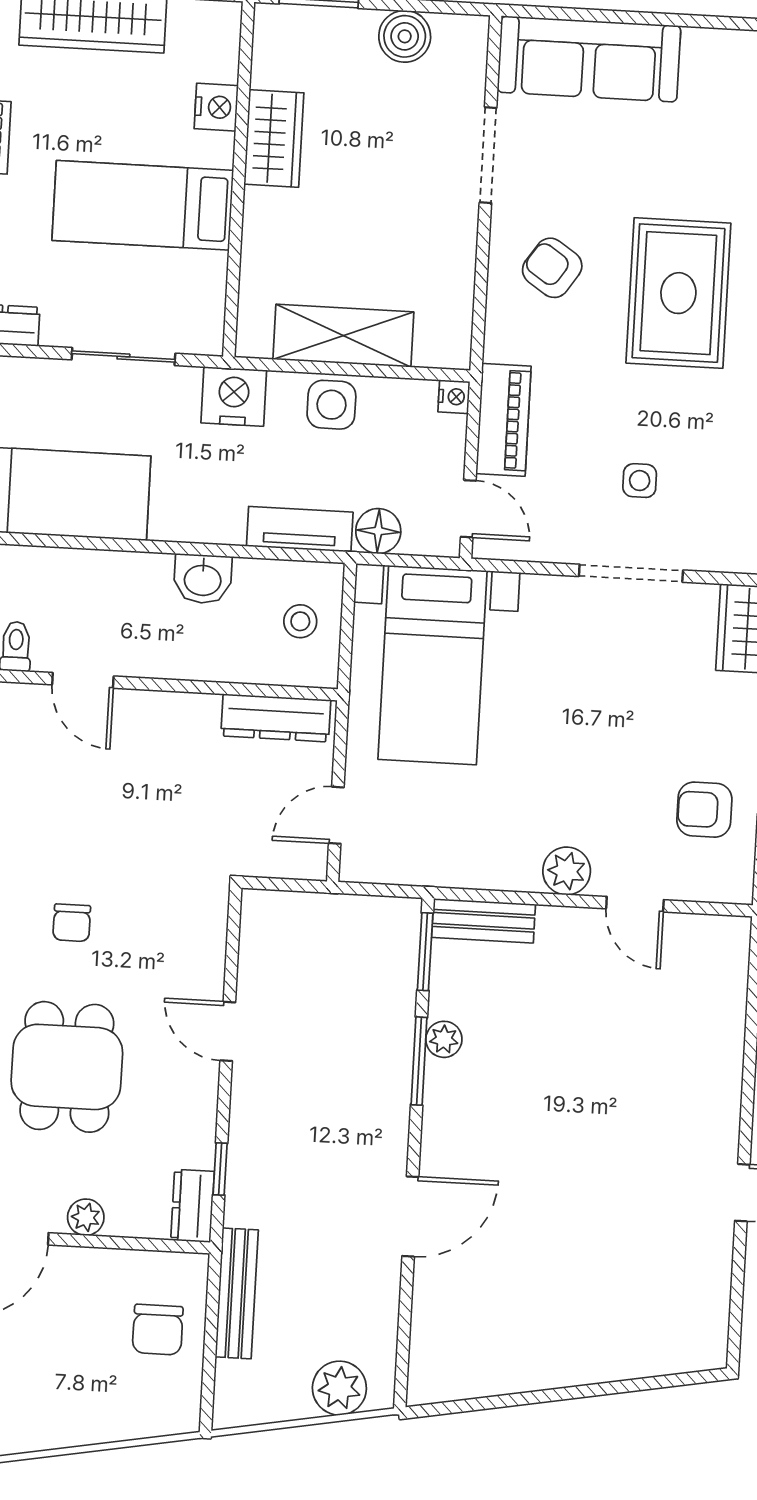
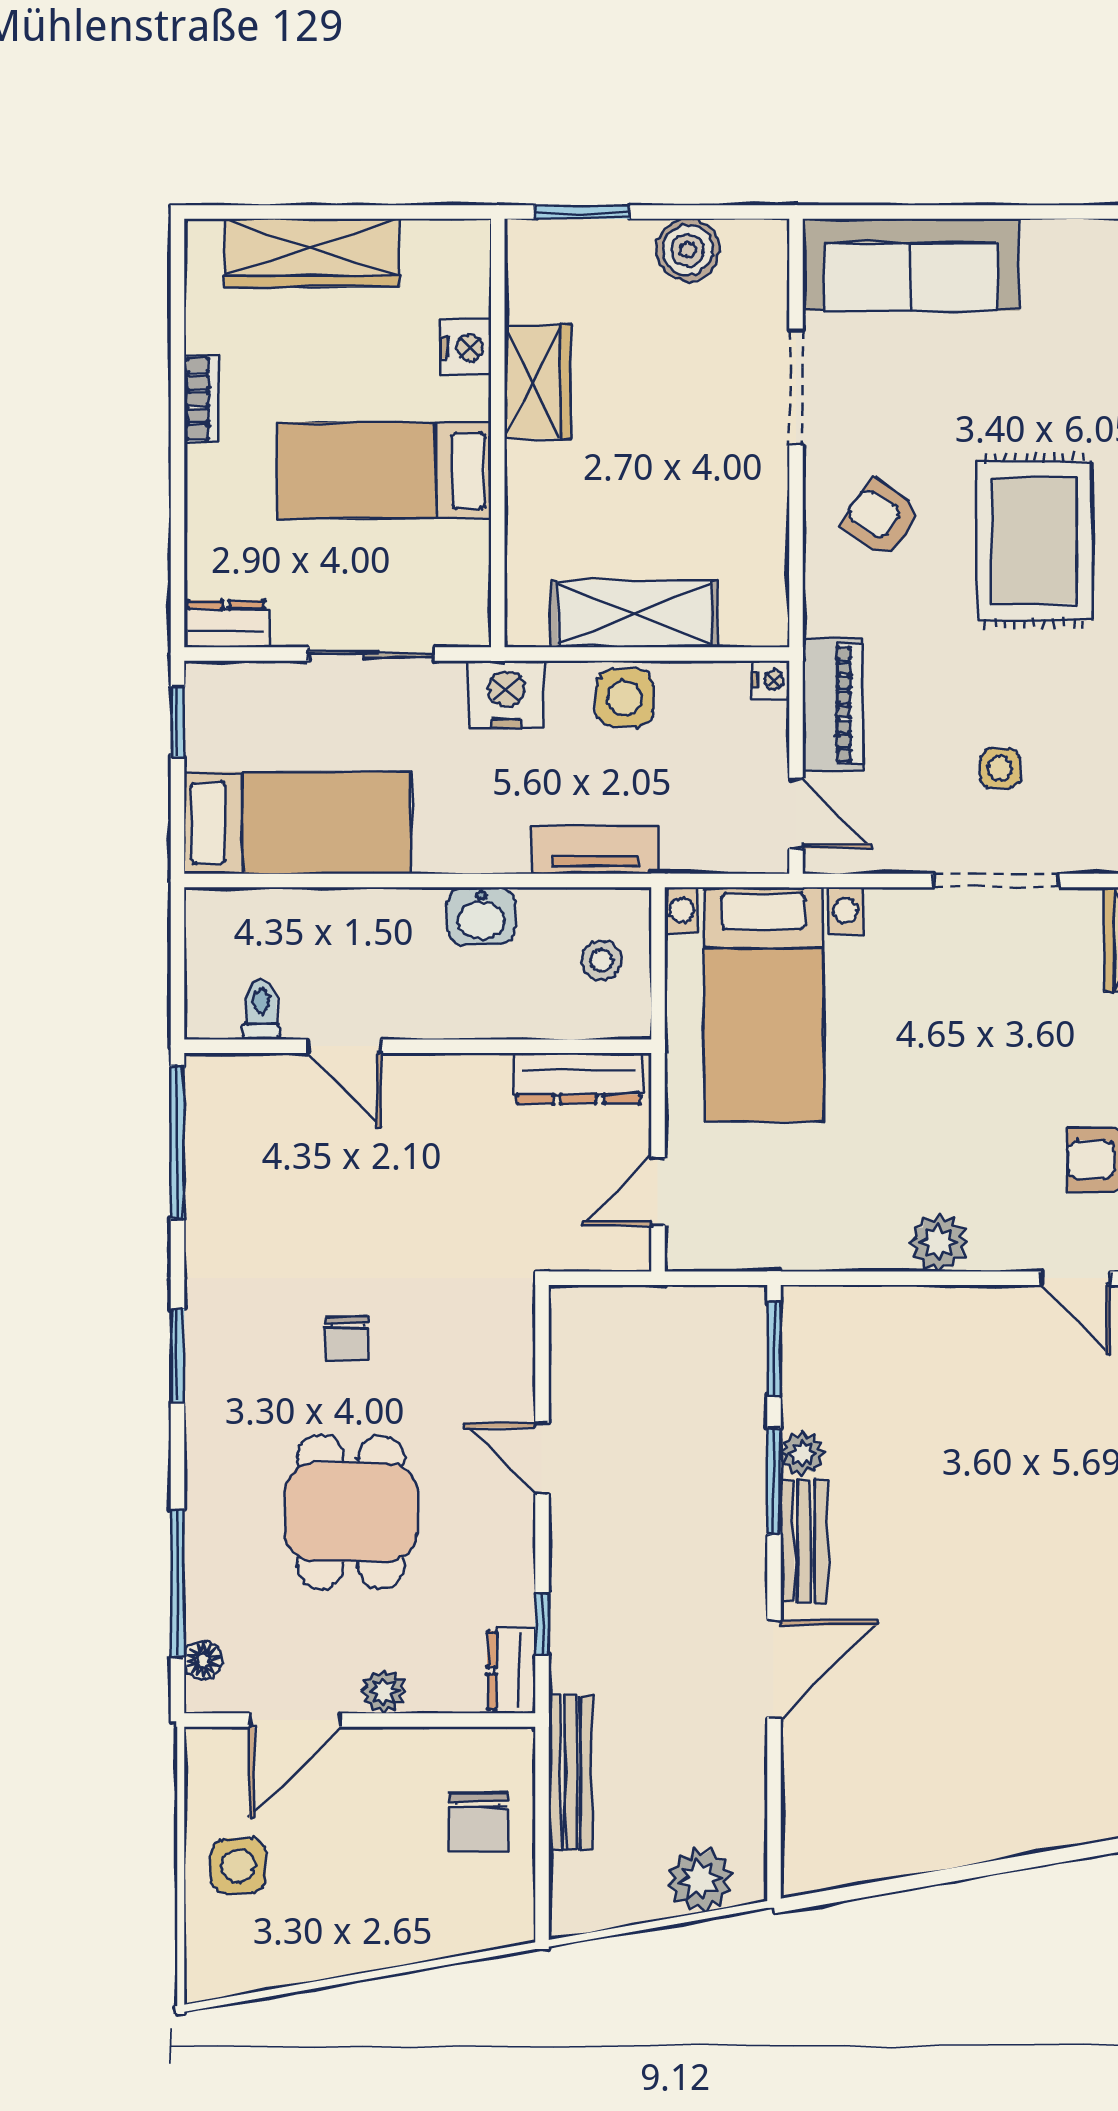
floor lamp: (378, 531) -> (689, 847), removed
door: (635, 904) -> (1076, 1278), moved
bench: (483, 921) -> (804, 1541), moved, turned 90

